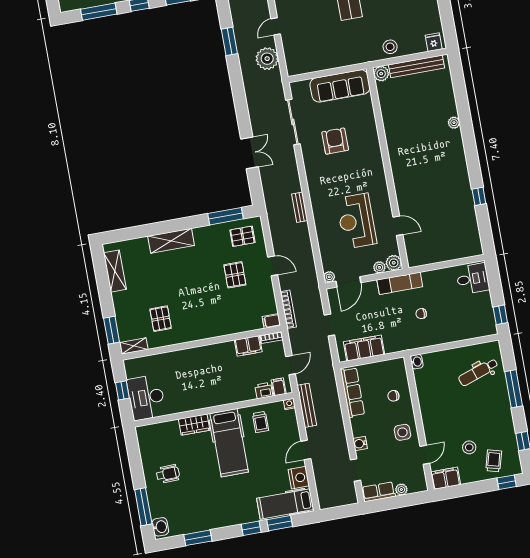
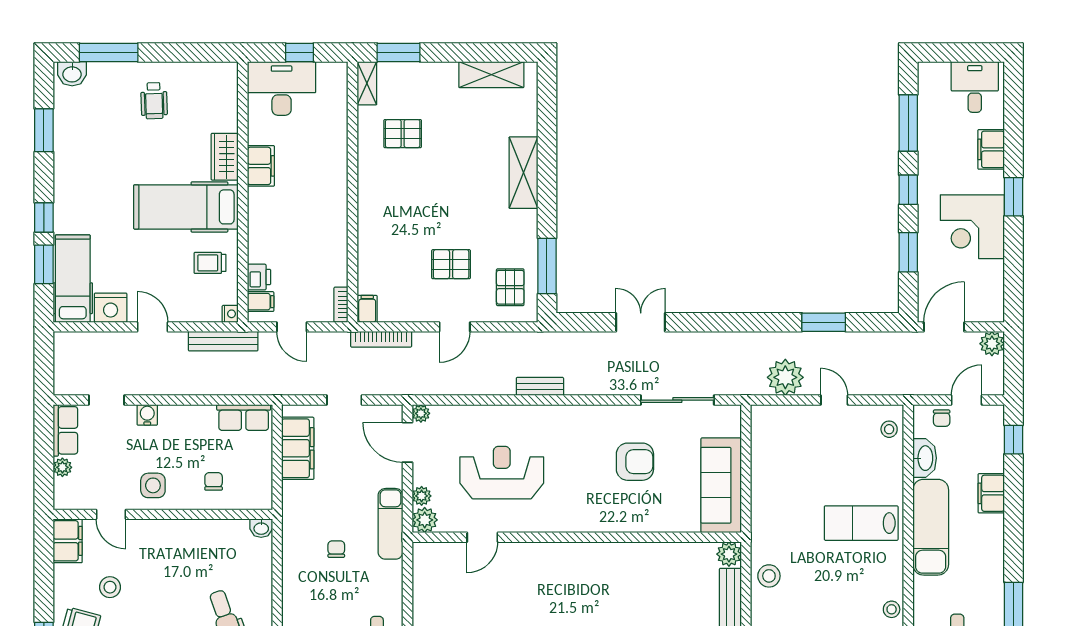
double door: (250, 153) -> (641, 322), swing flipped
filing cabinet: (248, 346) -> (261, 166), moved, turned 180
row of seats: (352, 392) -> (244, 417), width x0.68

